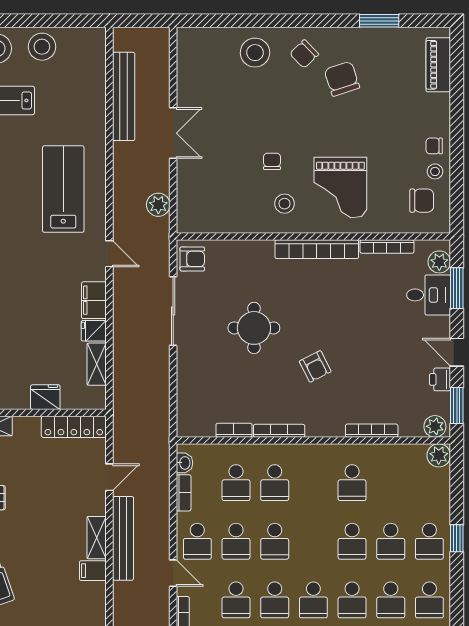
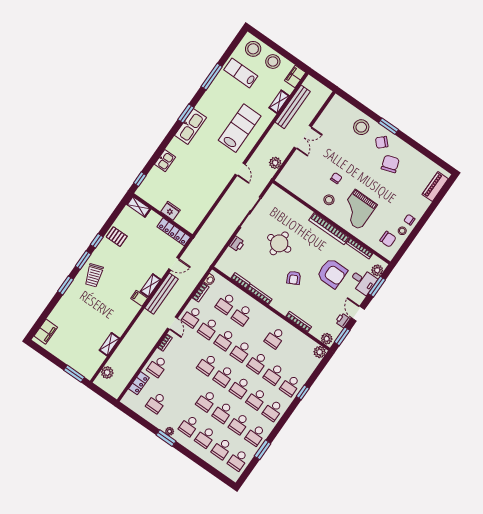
window: (379, 21) -> (389, 126), moved
armchair: (192, 259) -> (332, 273), moved, width x1.88, depth x1.88
filing cabinet: (94, 300) -> (295, 76), moved
fridge: (94, 331) -> (211, 197), removed
shelving: (97, 364) -> (279, 102), moved
printer: (187, 376) -> (237, 244), added
school desk: (236, 600) -> (241, 351), moved

